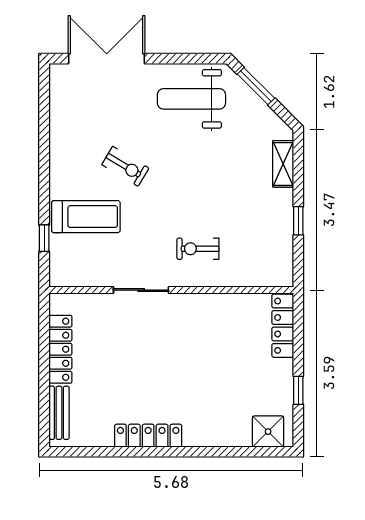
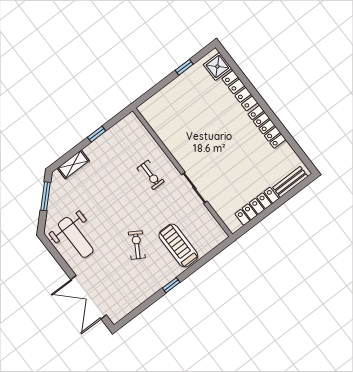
window: (256, 86) -> (45, 196), moved
window: (44, 238) -> (171, 285), moved
locker: (283, 326) -> (240, 91), moved, turned 90

